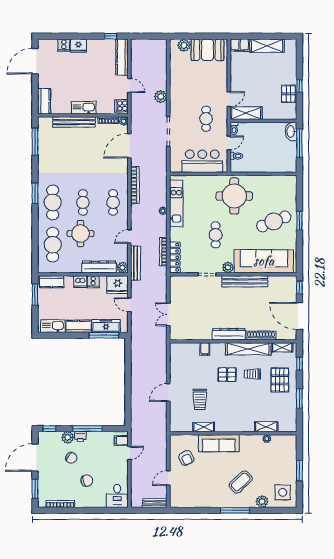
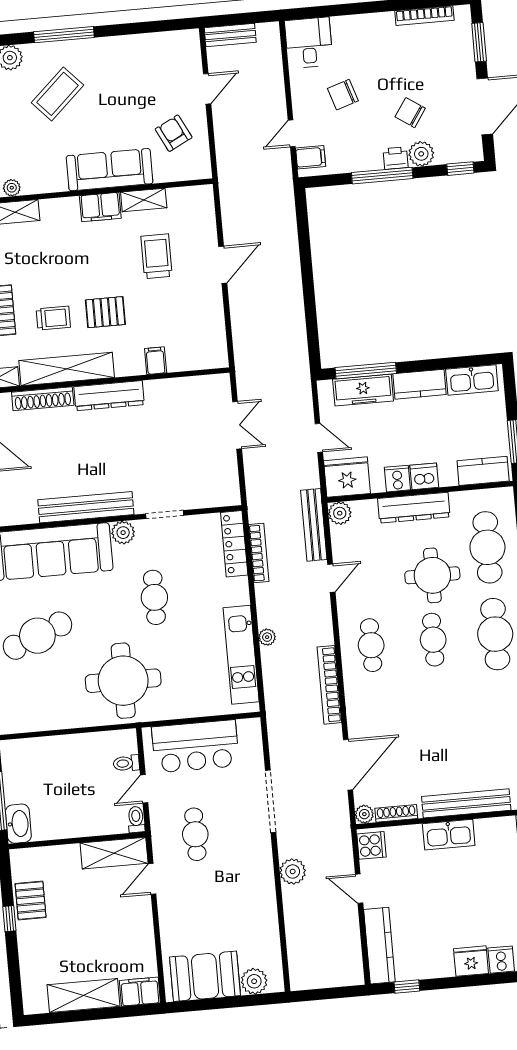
dresser: (99, 267) -> (414, 508), moved
filing cabinet: (225, 426) -> (100, 207), added
chair: (87, 481) -> (343, 95), moved

